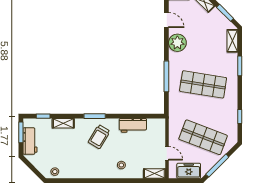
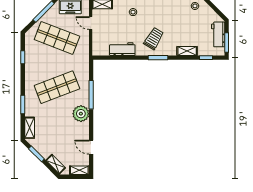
plant: (177, 43) -> (81, 114), moved
shop shelf: (203, 84) -> (57, 87), turned -30

